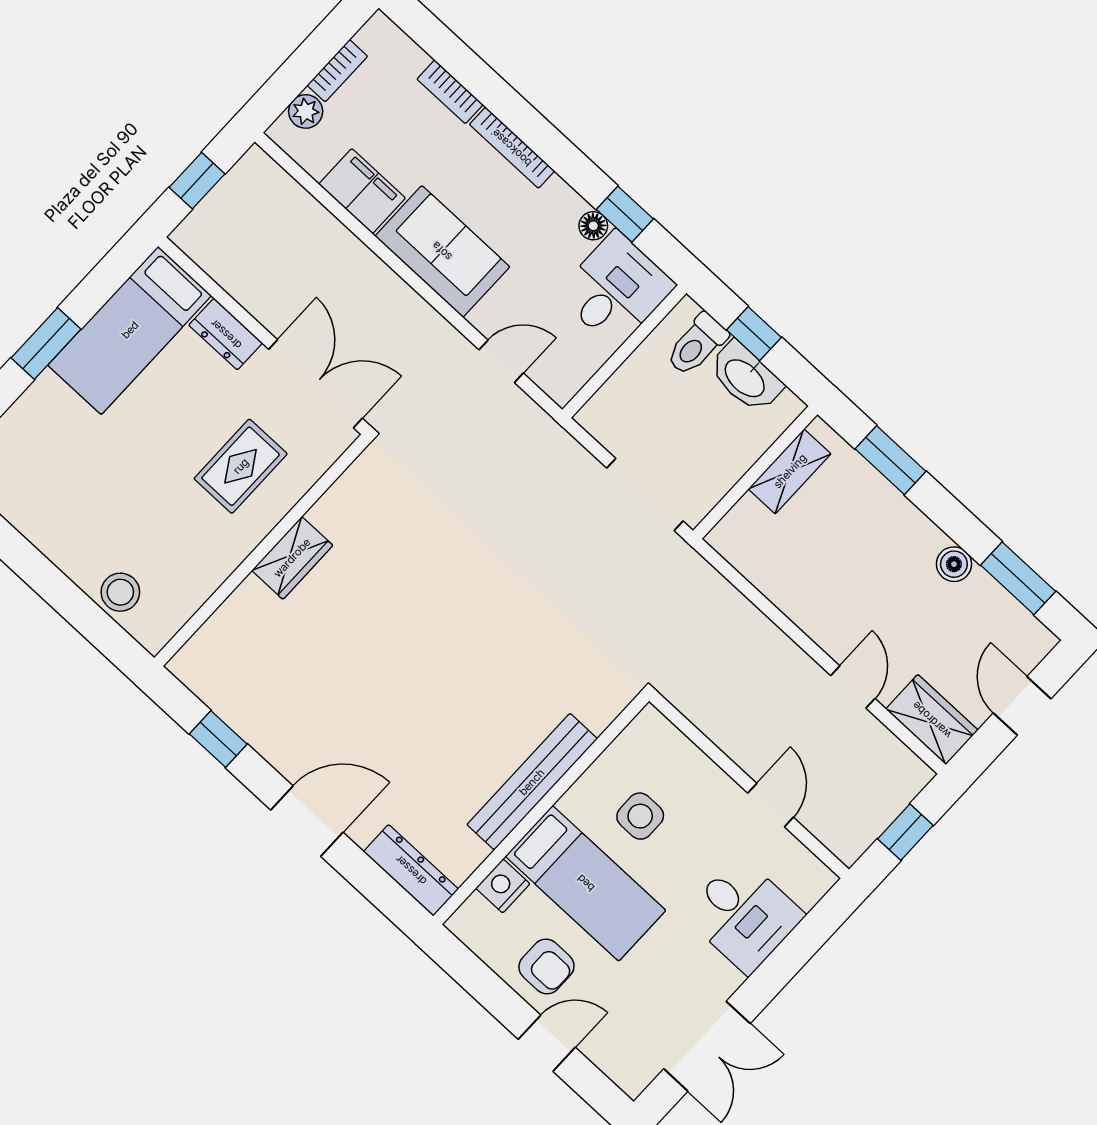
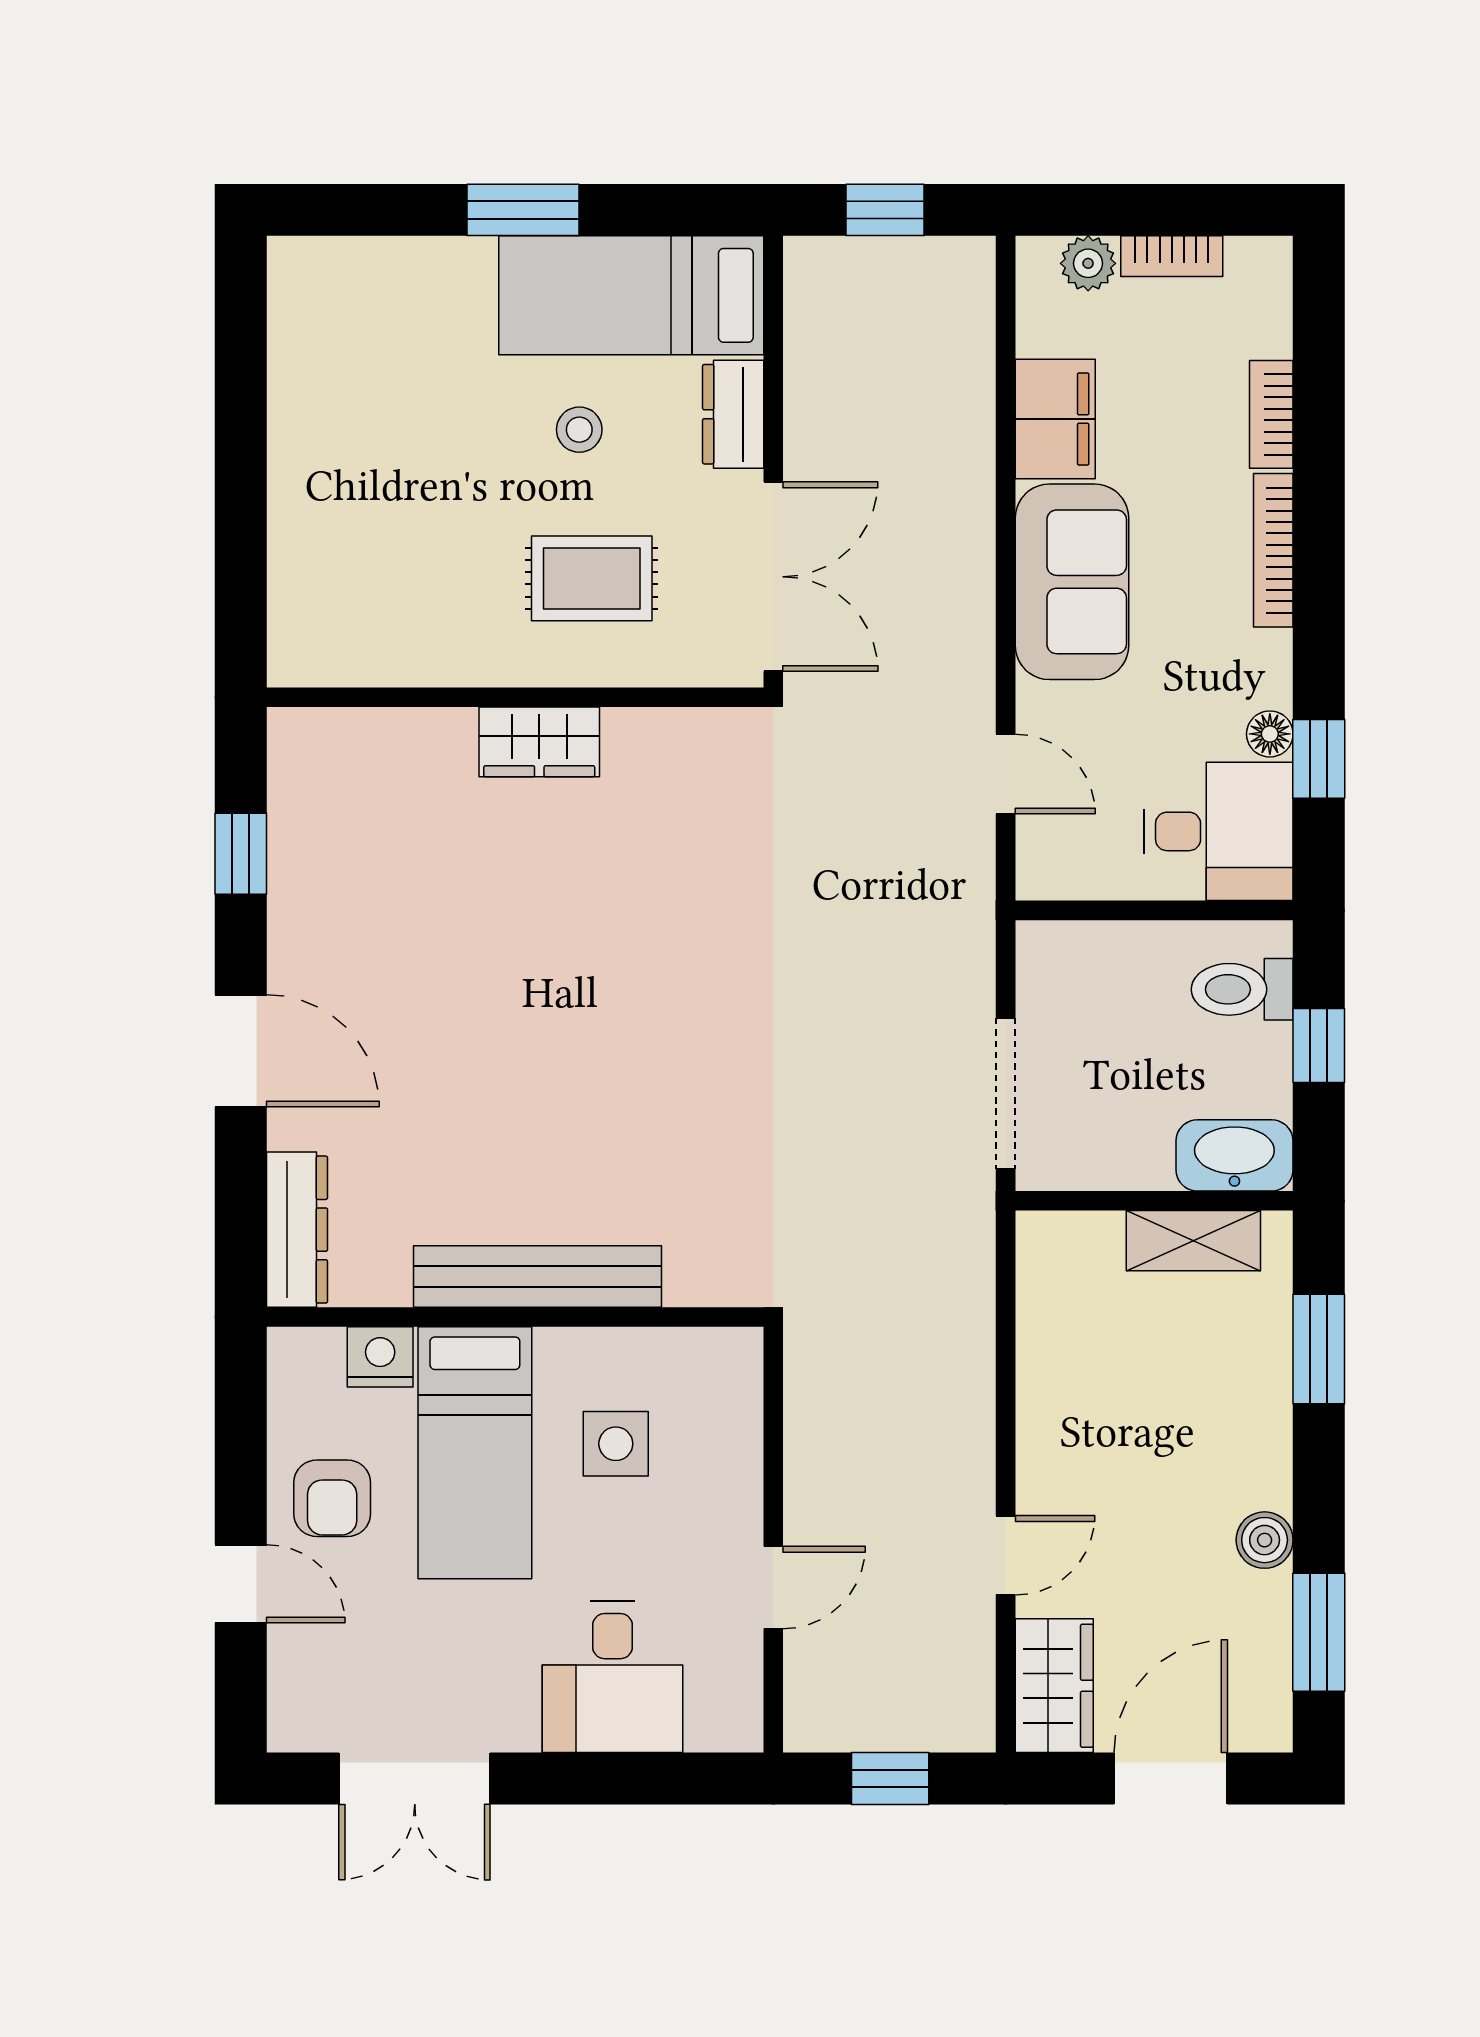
washbasin: (746, 377) -> (1234, 1155), moved, turned 90
stool: (120, 592) -> (579, 430), moved, width x0.73, depth x0.73
door: (1022, 706) -> (1171, 1779), width x1.38

